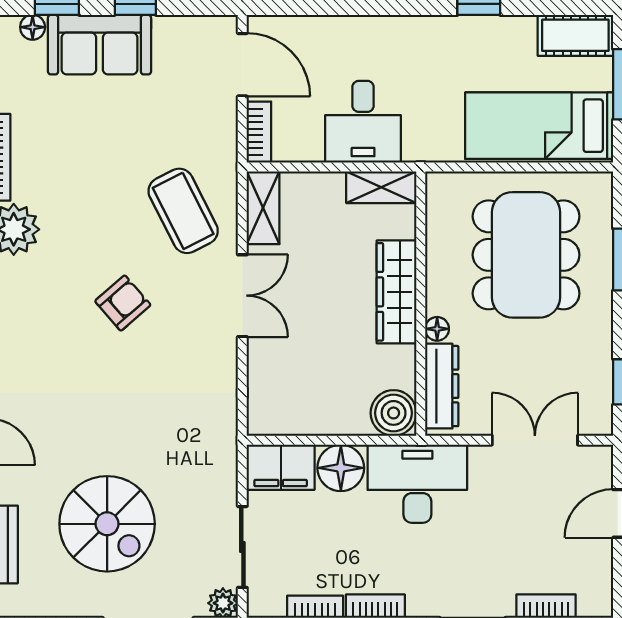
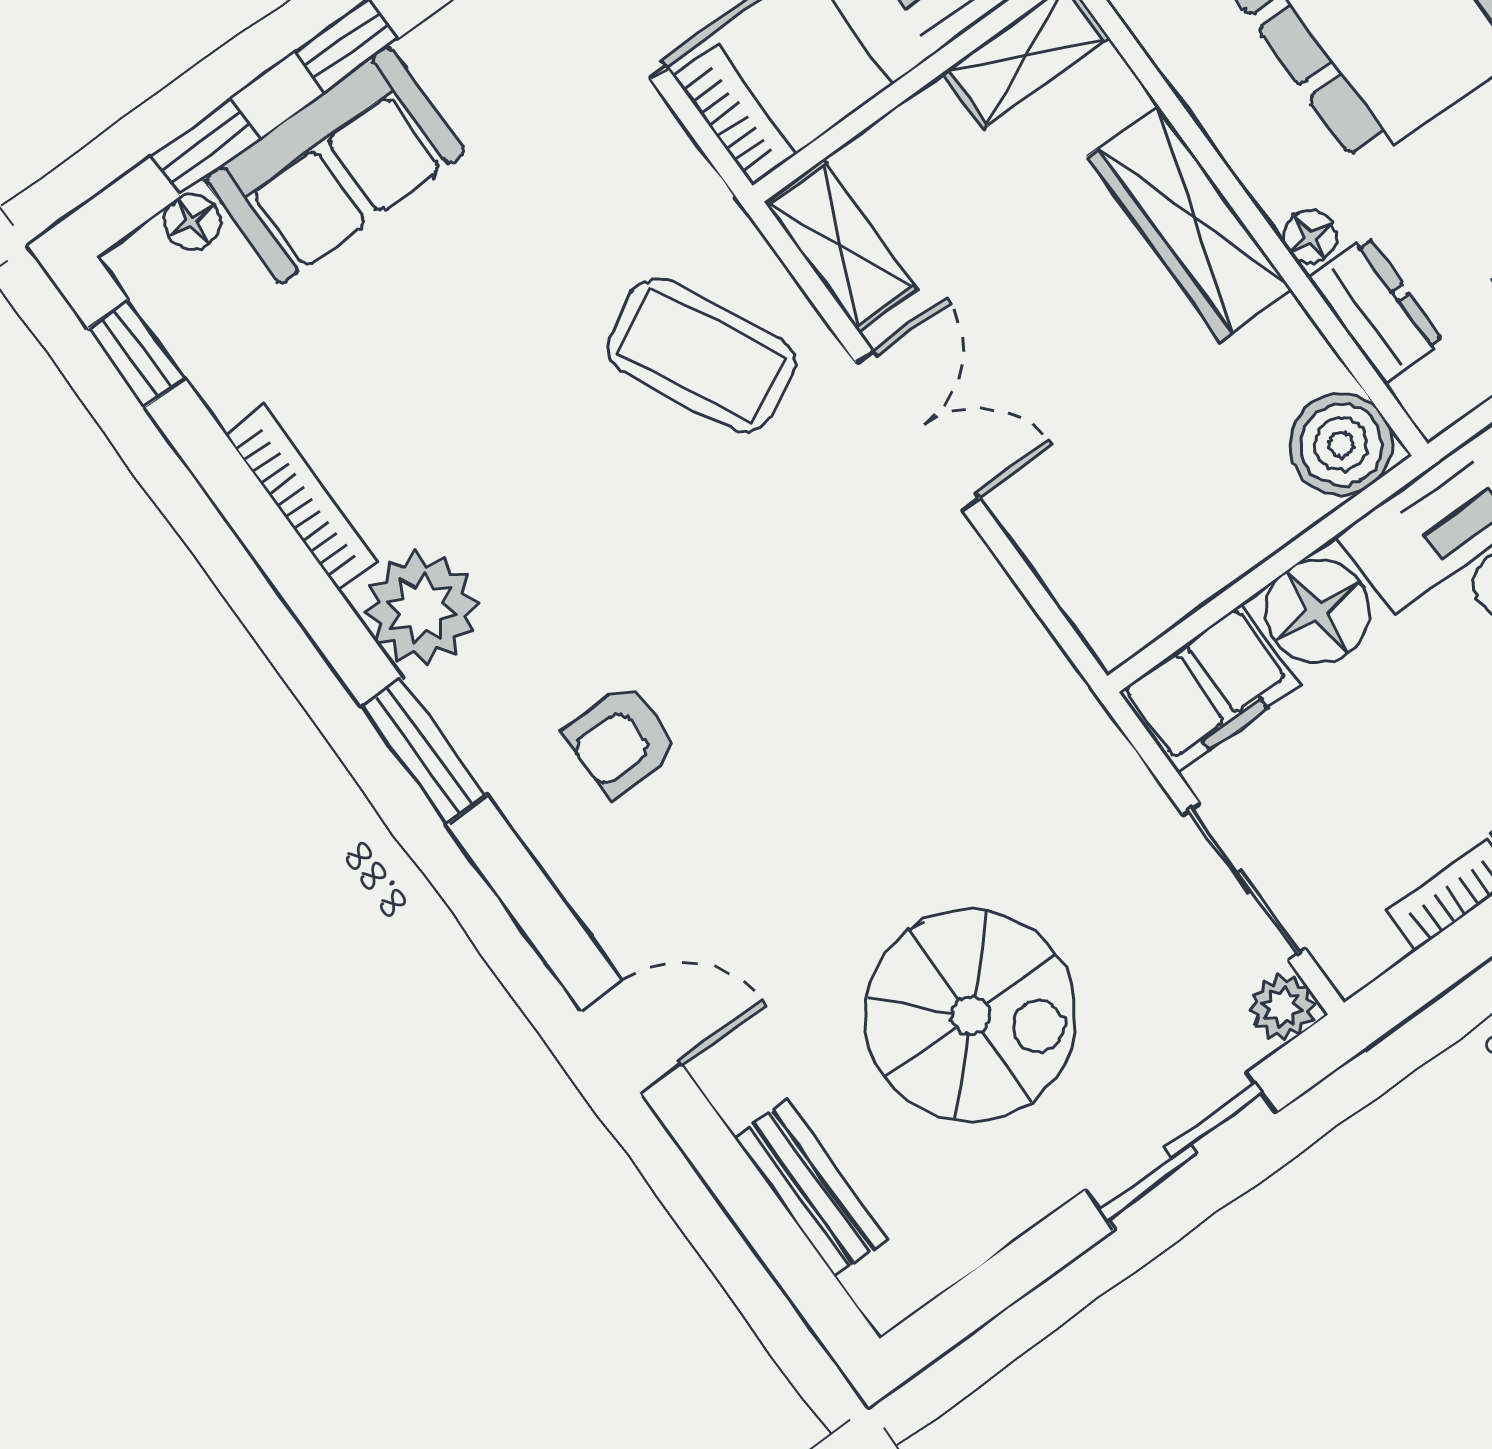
armchair: (123, 303) -> (622, 741), moved, turned -139
dresser: (442, 386) -> (1376, 310), width x0.70

